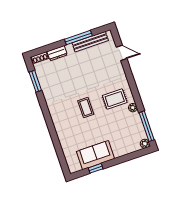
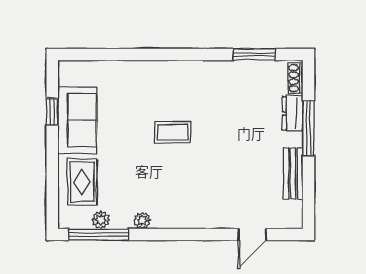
window: (78, 37) -> (308, 128), moved
bench: (90, 42) -> (293, 174), width x0.73
rug: (115, 99) -> (82, 182), moved
plant: (145, 144) -> (101, 220), moved

